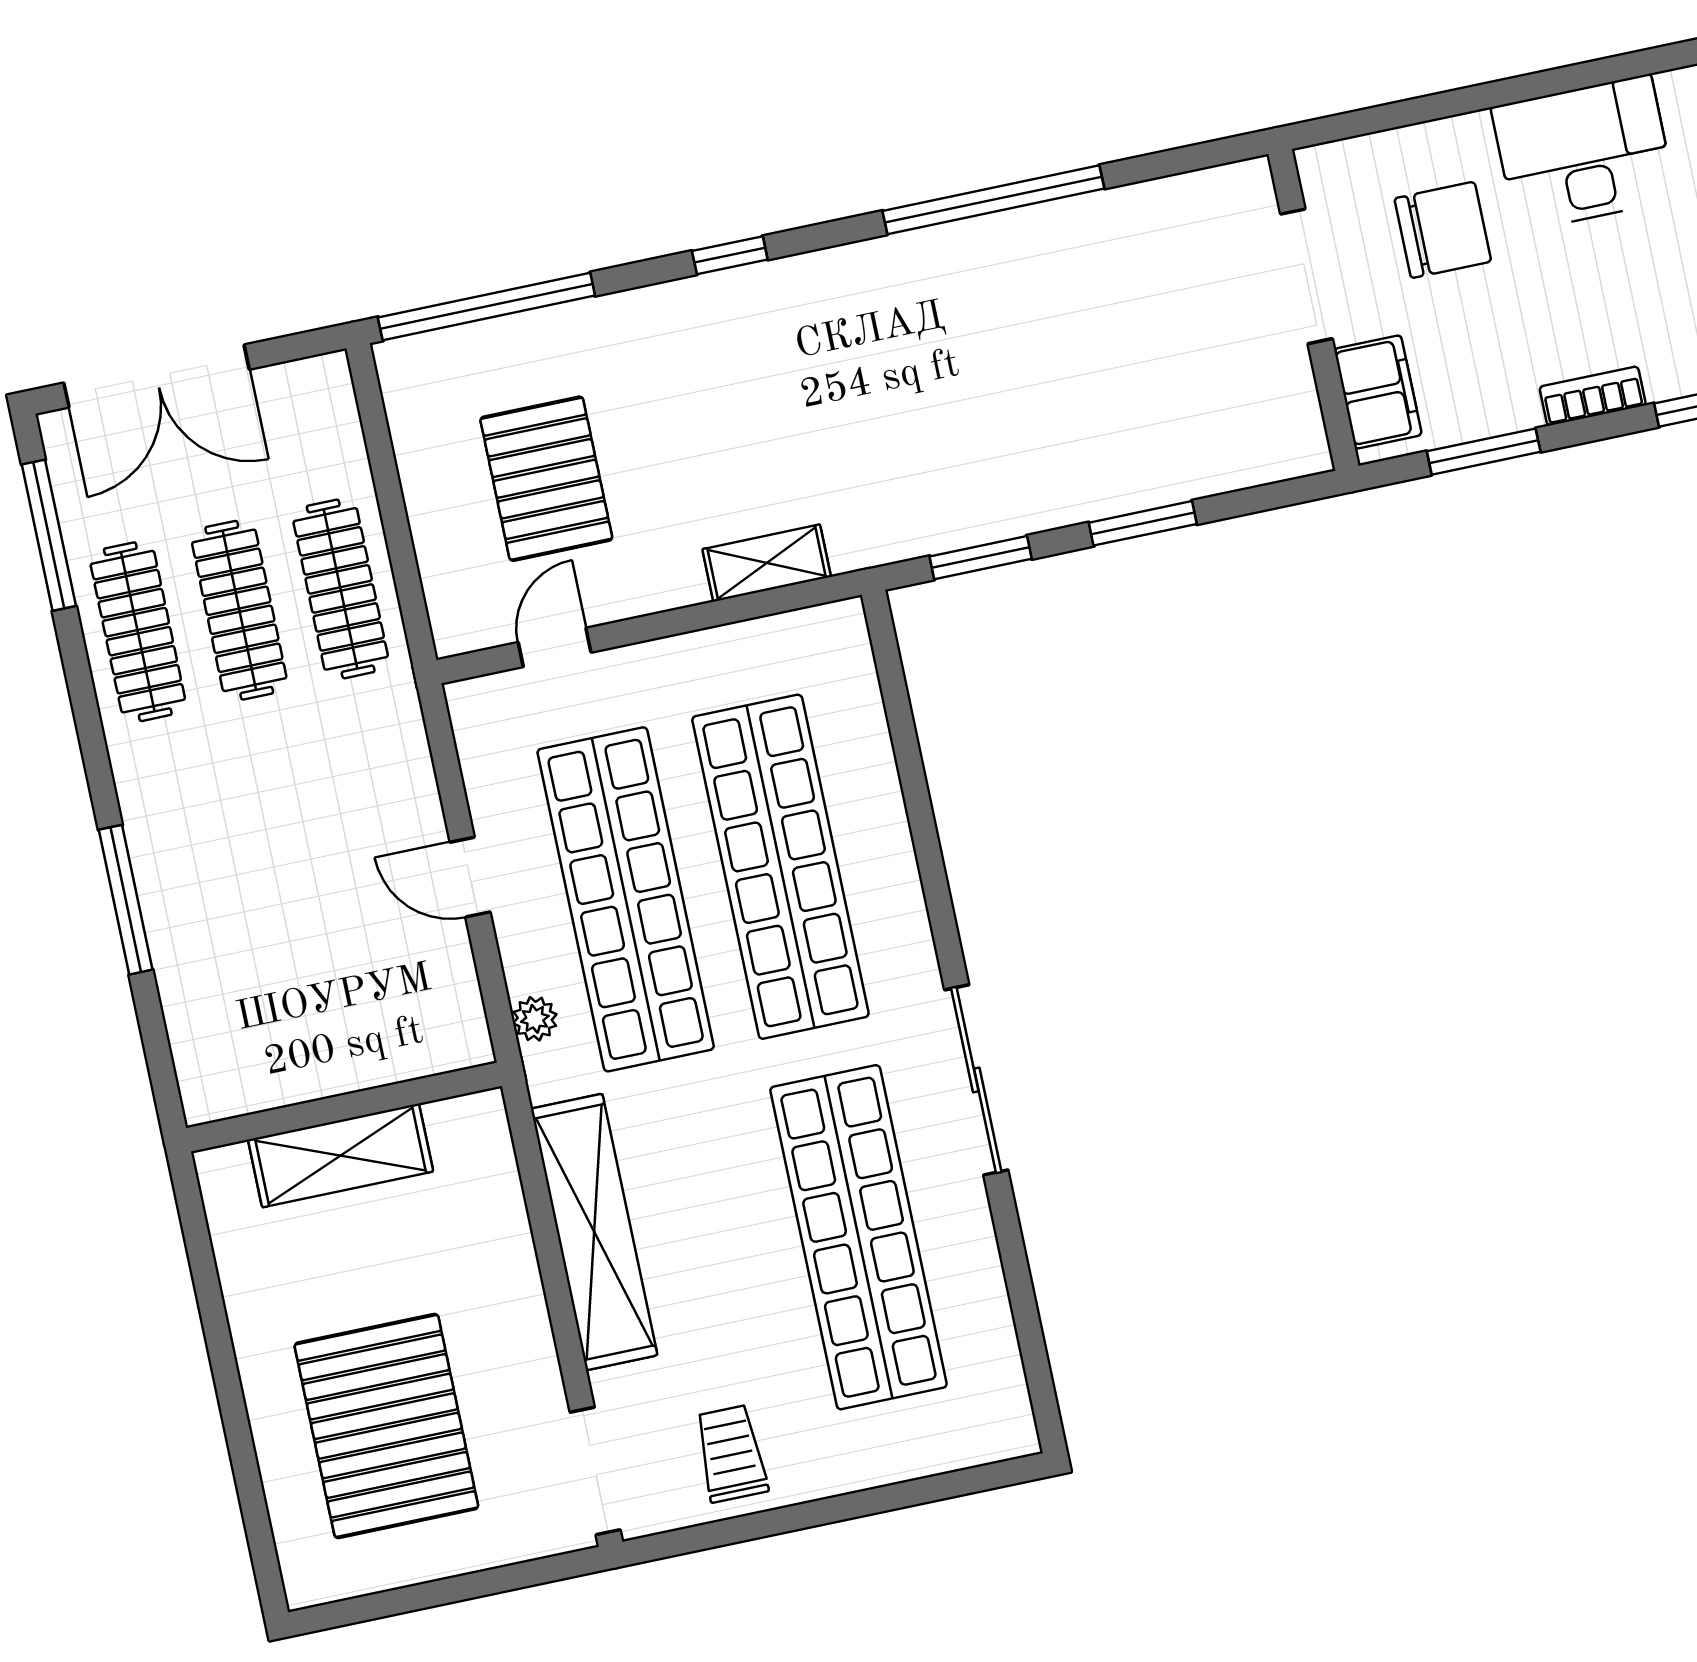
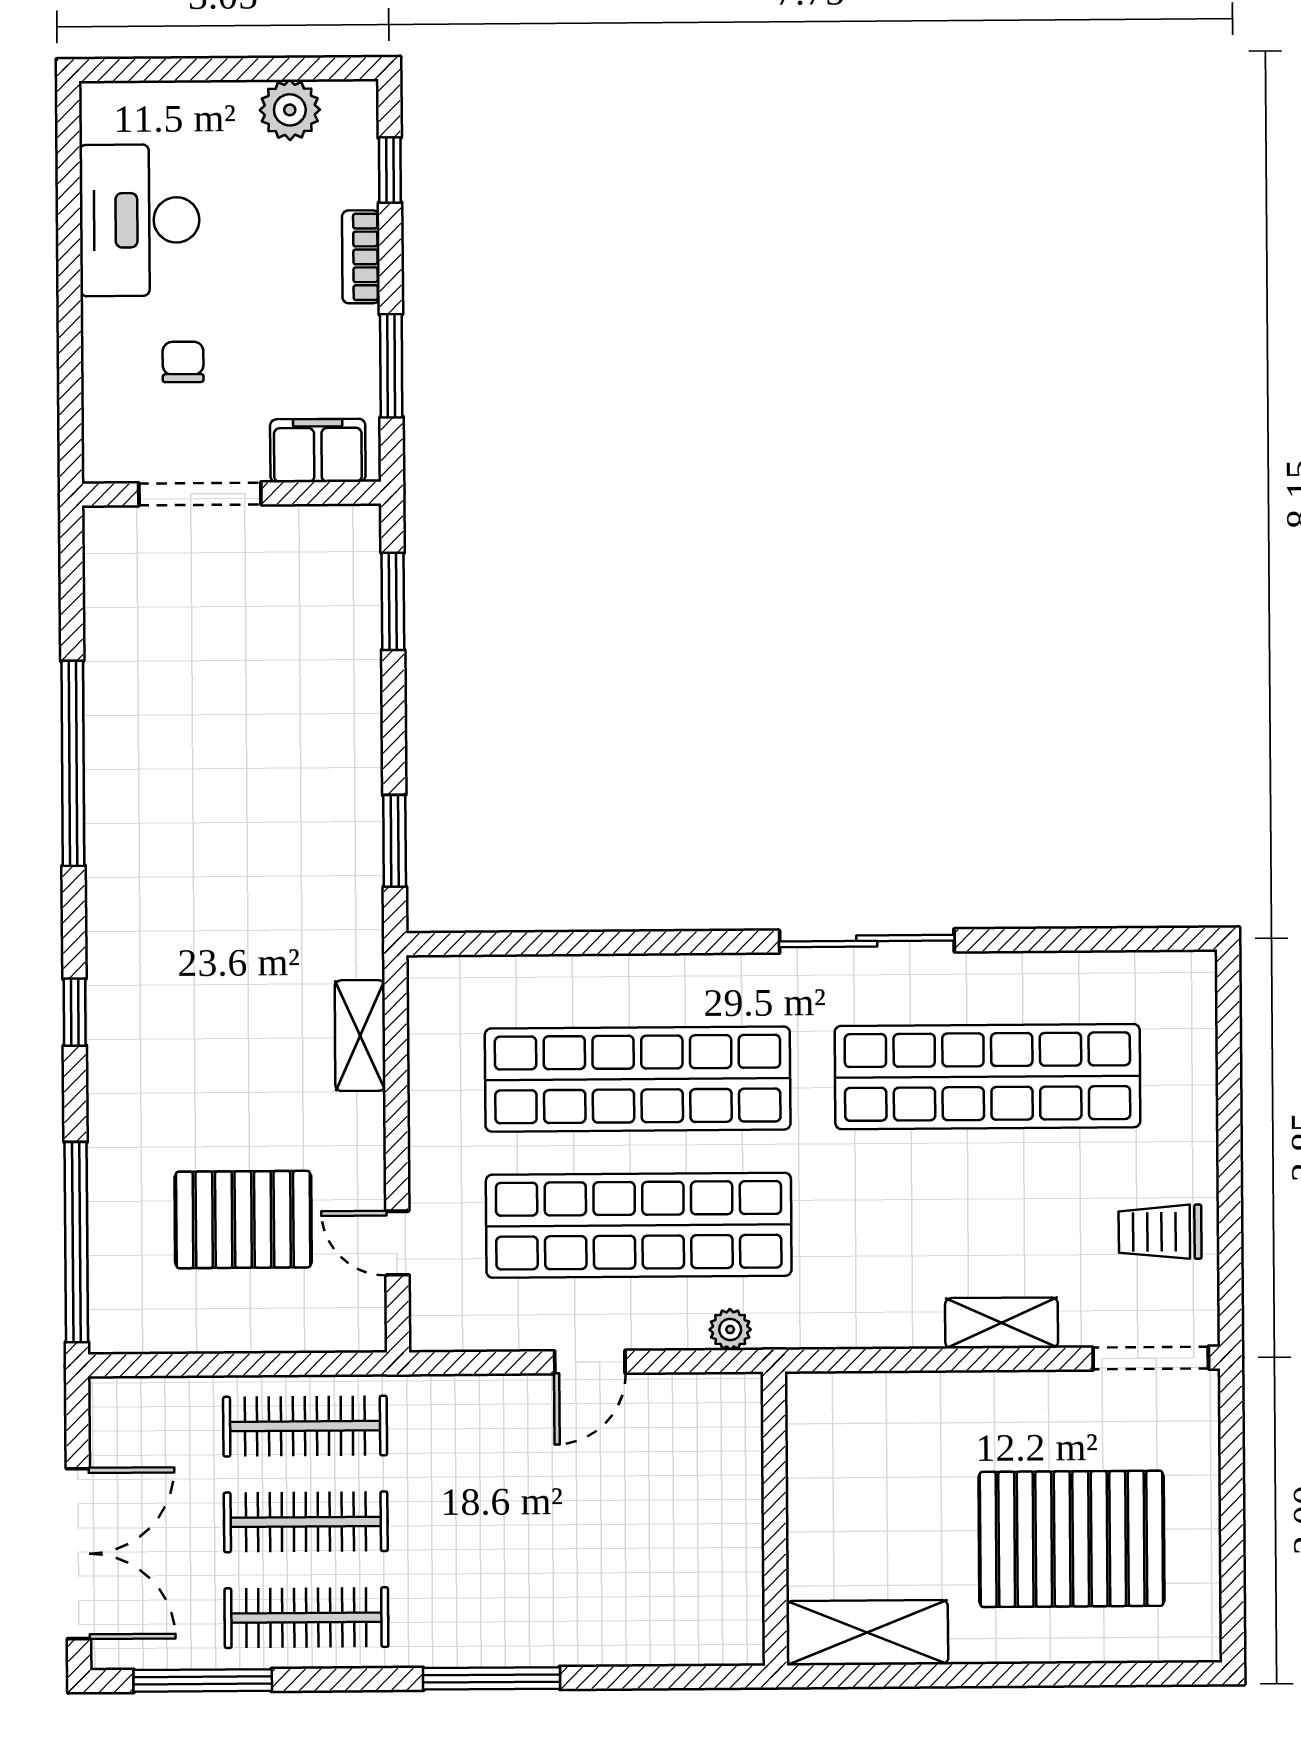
chair: (1443, 230) -> (183, 362), width x0.54, depth x0.54
window: (1143, 523) -> (393, 601), moved
window: (126, 900) -> (492, 1678), moved
shelving: (341, 1155) -> (867, 1633), moved, turned 90
shelving: (594, 1232) -> (1002, 1323), width x0.45, depth x0.75

